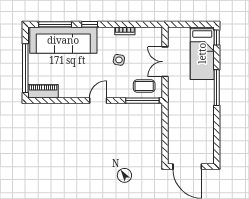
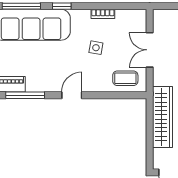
window: (142, 101) -> (25, 95), moved
wardrobe: (176, 119) -> (163, 117), added

